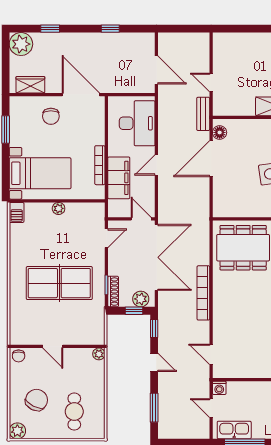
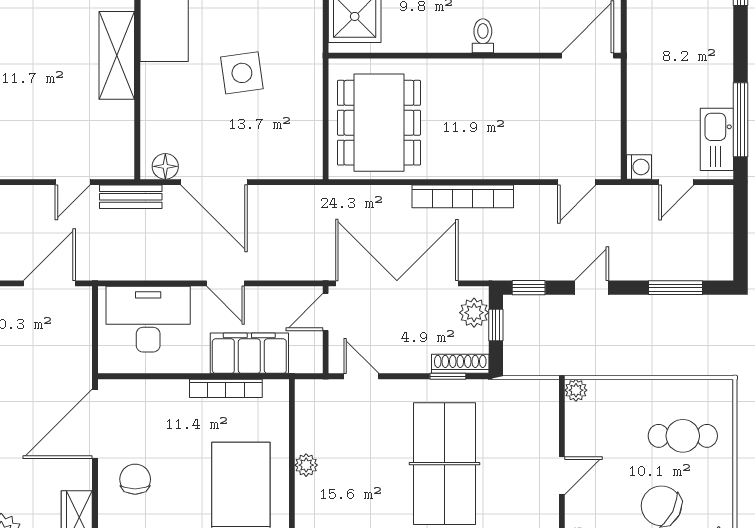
chair: (51, 116) -> (135, 479), turned -90

